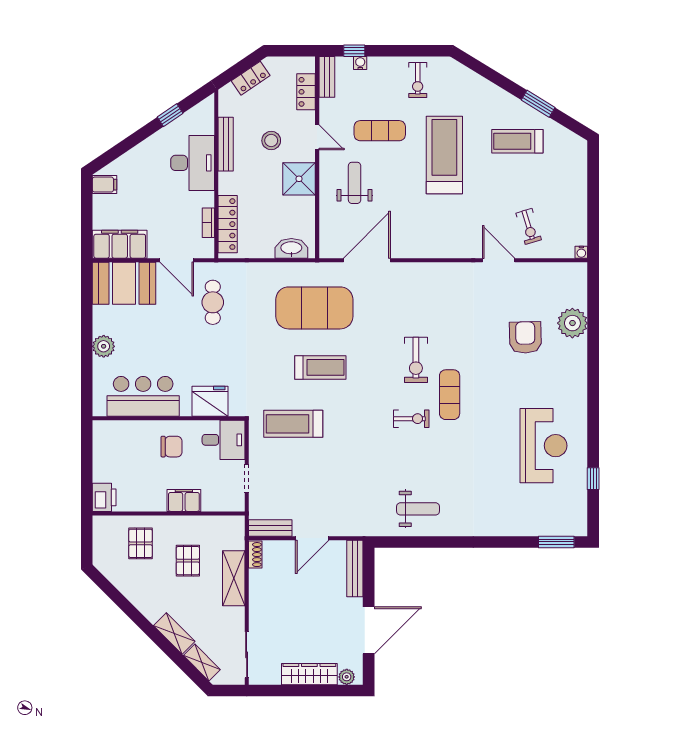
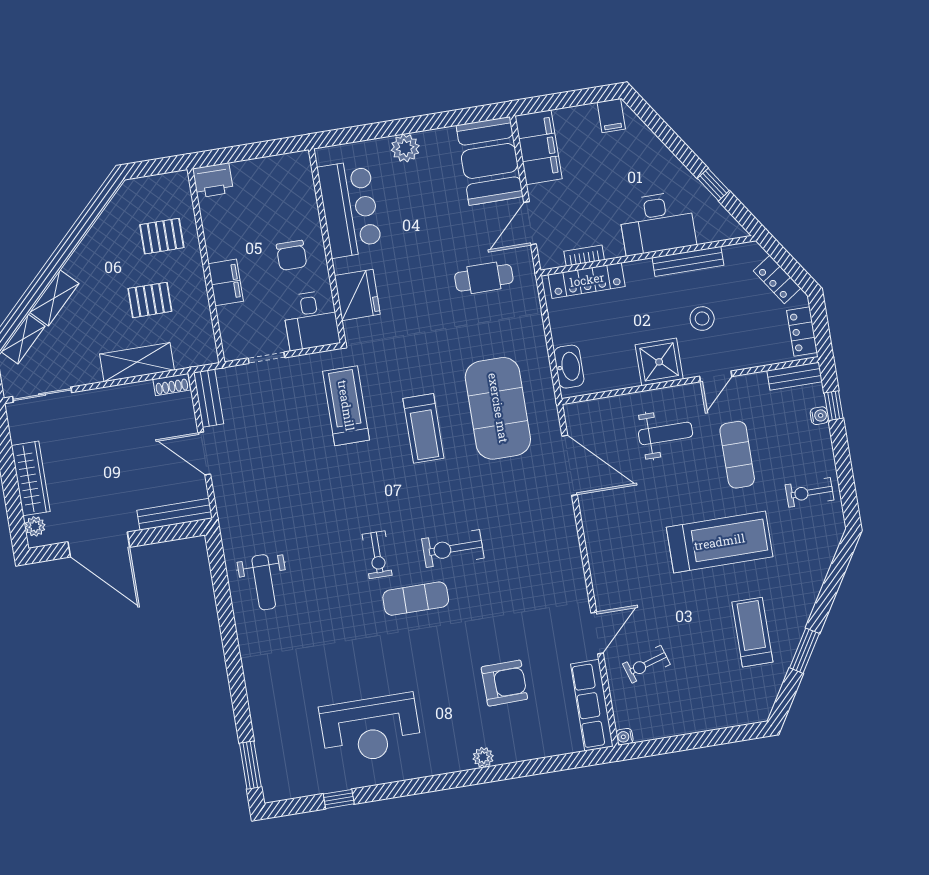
locker: (306, 92) -> (802, 332), moved, turned -90
row of seats: (553, 273) -> (592, 705), added
plant: (572, 323) -> (483, 757), moved, width x0.53, depth x0.53

